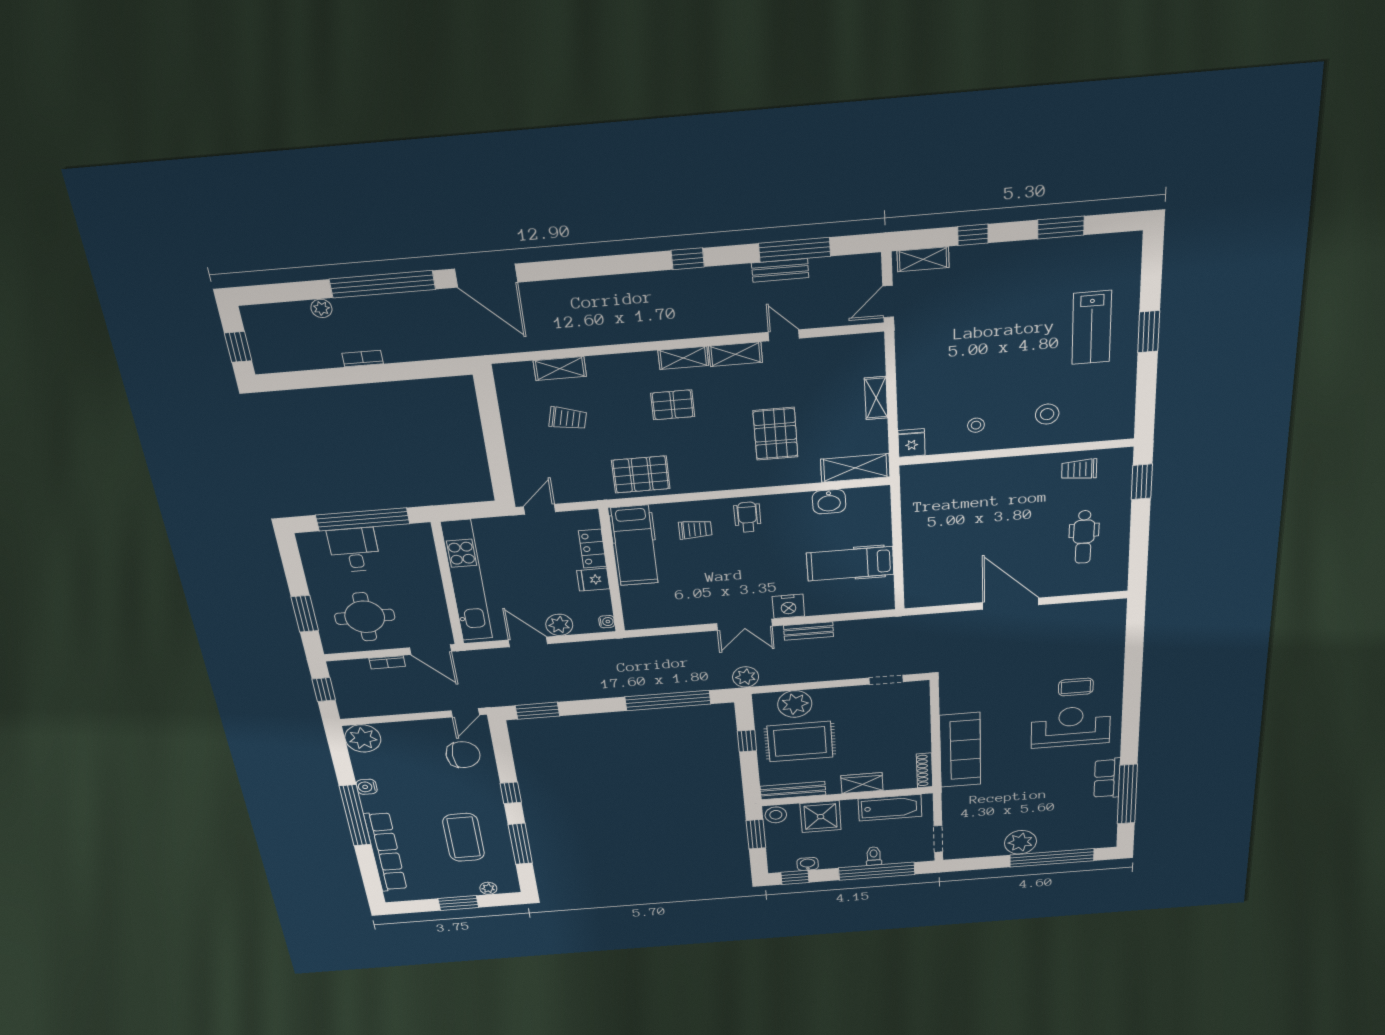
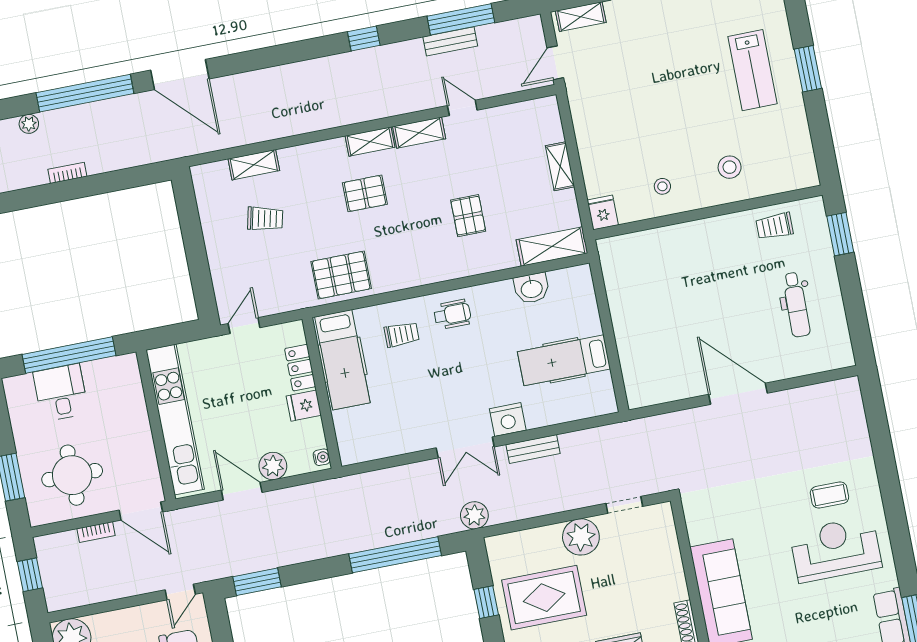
pallet: (775, 434) -> (468, 216), width x0.67, depth x0.71
wheelchair: (747, 517) -> (452, 314), turned 90
plant: (795, 704) -> (581, 537), moved

